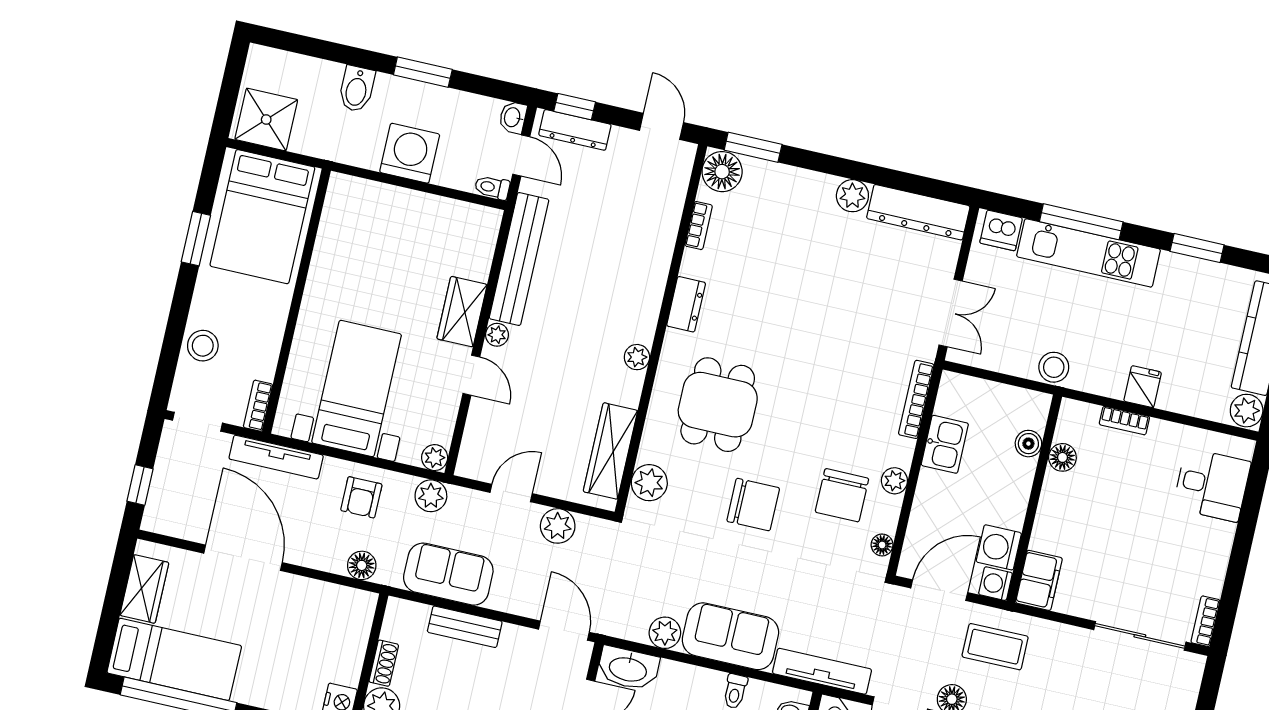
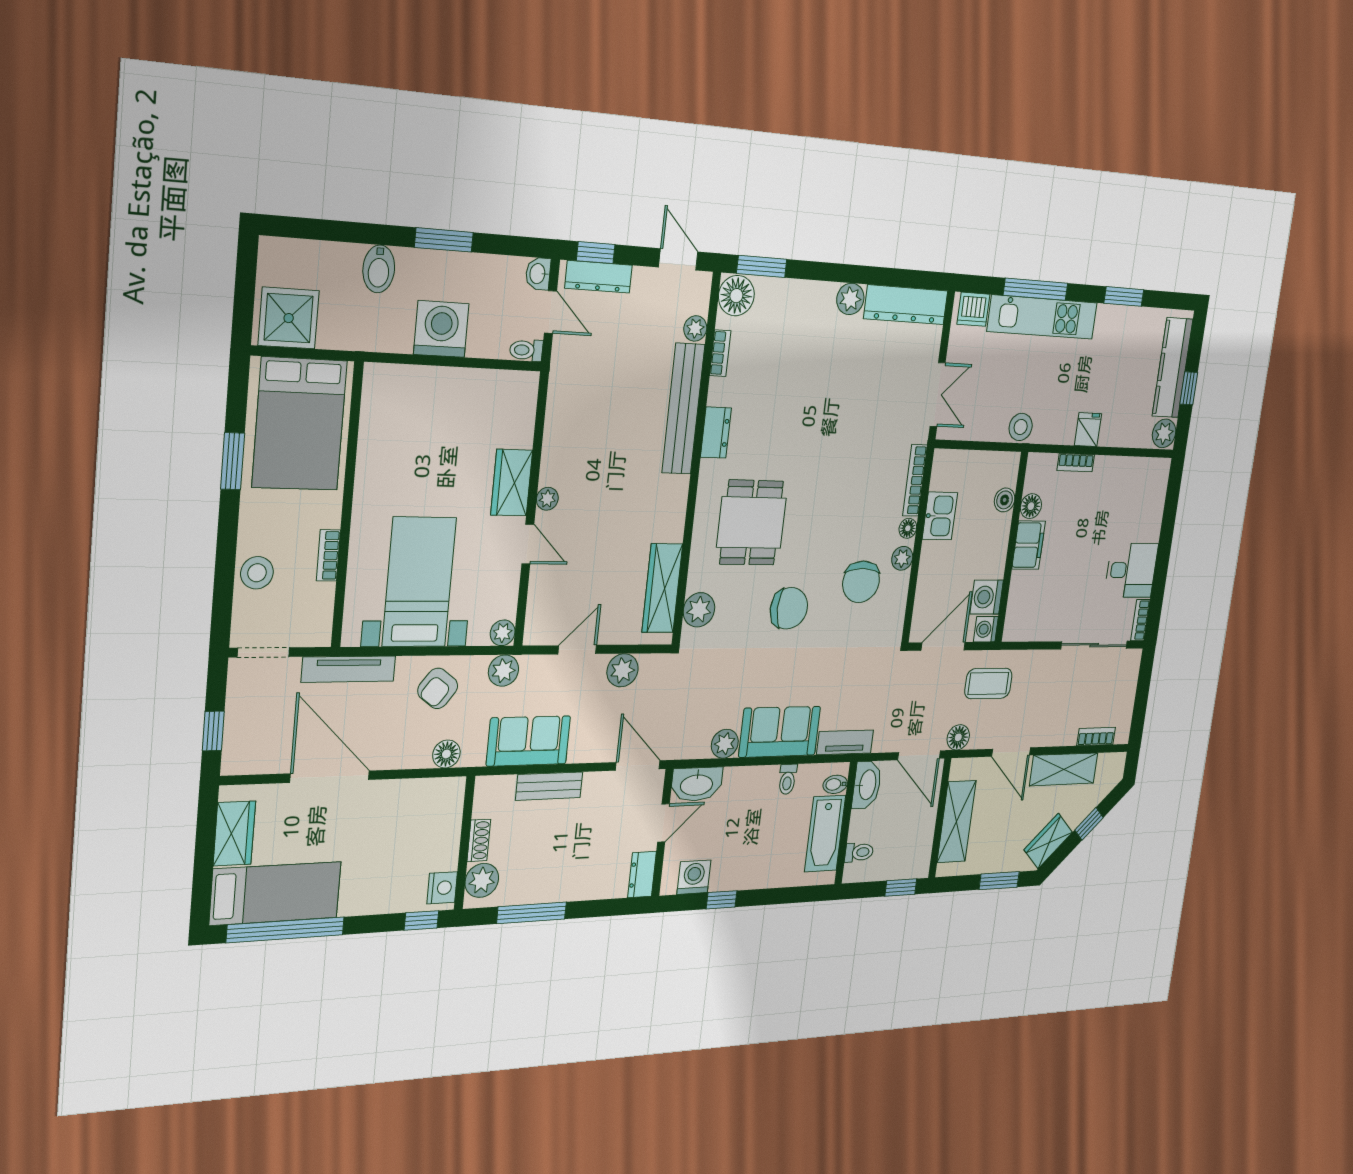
bench: (519, 259) -> (683, 409), moved
plant: (637, 357) -> (695, 328), moved
bookcase: (258, 406) -> (328, 555), moved
desk: (1212, 485) -> (1131, 570), moved
armchair: (361, 497) -> (438, 688), turned 37
floor lamp: (882, 545) -> (908, 528), moved
filing cabinet: (1039, 580) -> (1029, 545), moved
tv unit: (822, 671) -> (845, 742), width x0.71

